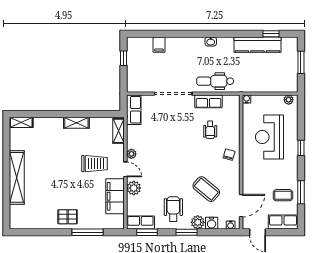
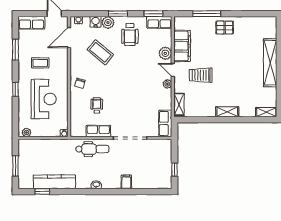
filing cabinet: (159, 45) -> (126, 182), moved
shelving: (76, 123) -> (227, 112), moved
coffee table: (283, 195) -> (40, 63), moved

